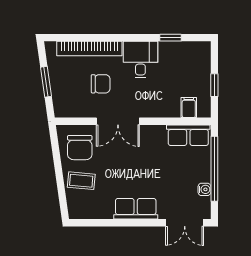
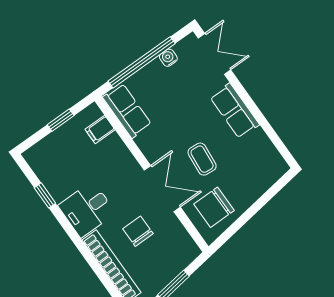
chair: (80, 148) -> (214, 207), turned 180
coffee table: (81, 181) -> (202, 159), moved

